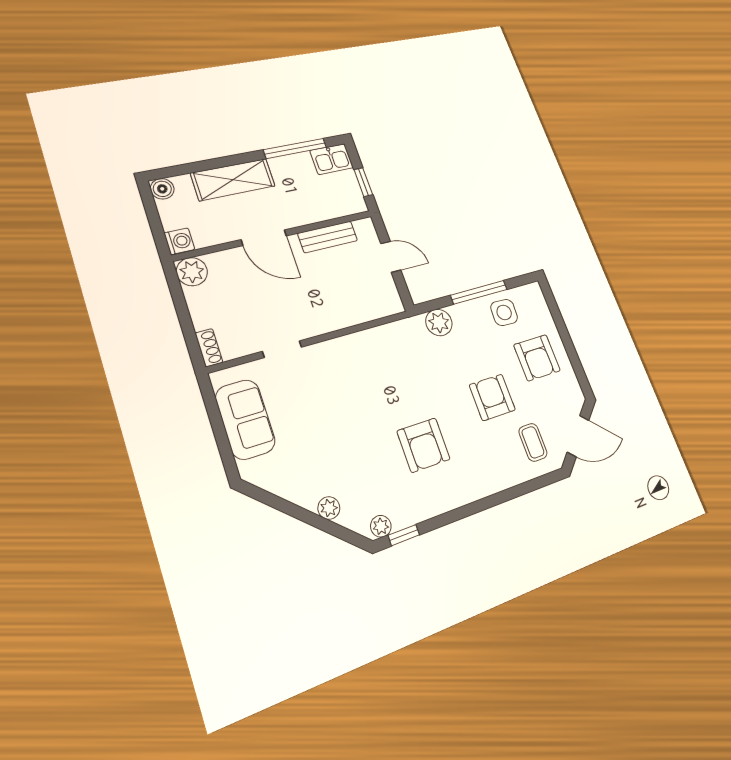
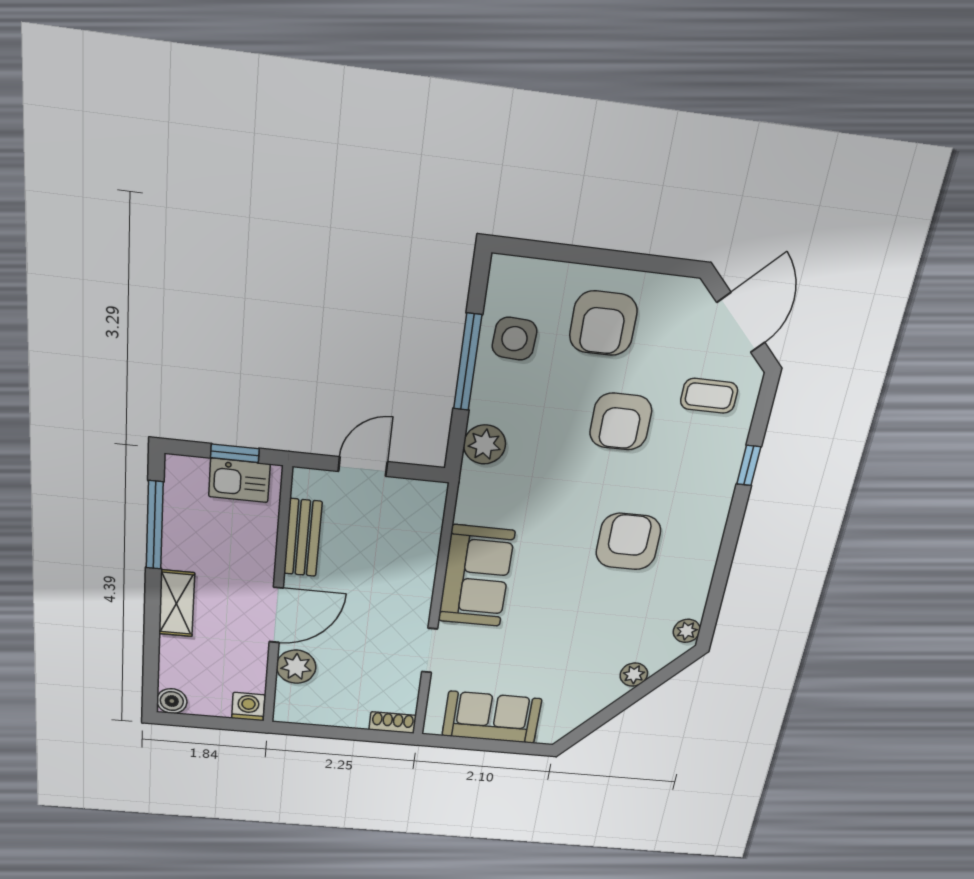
kitchen sink: (332, 159) -> (239, 480), moved, turned 90
shelving: (233, 180) -> (176, 603), width x0.67, depth x0.75
plant: (192, 272) -> (296, 667), moved
sofa: (352, 356) -> (476, 576), added
armchair: (537, 358) -> (603, 323), turned 90
armchair: (492, 397) -> (621, 422), turned -90
armchair: (424, 445) -> (628, 542), turned -90
window: (404, 535) -> (749, 465), moved

